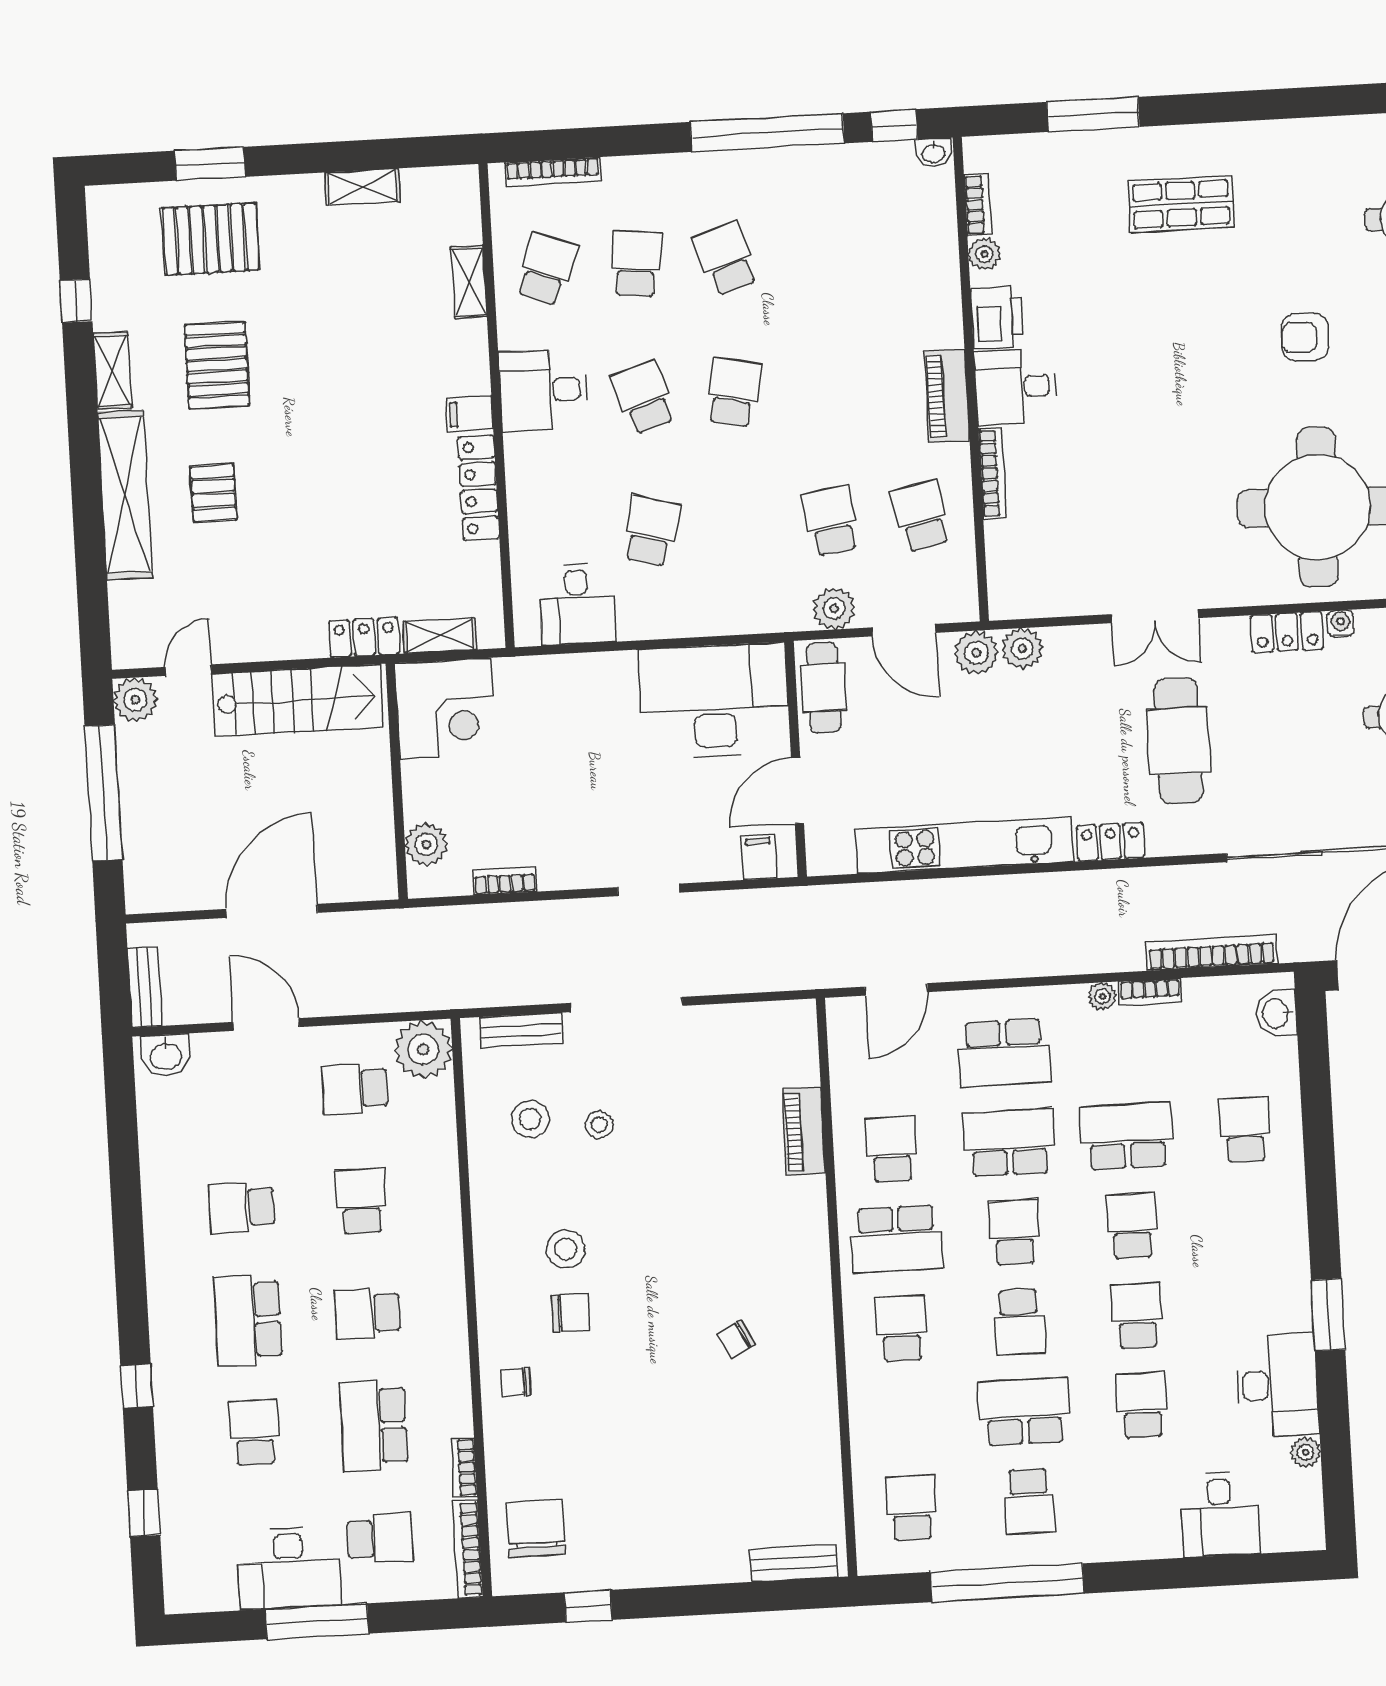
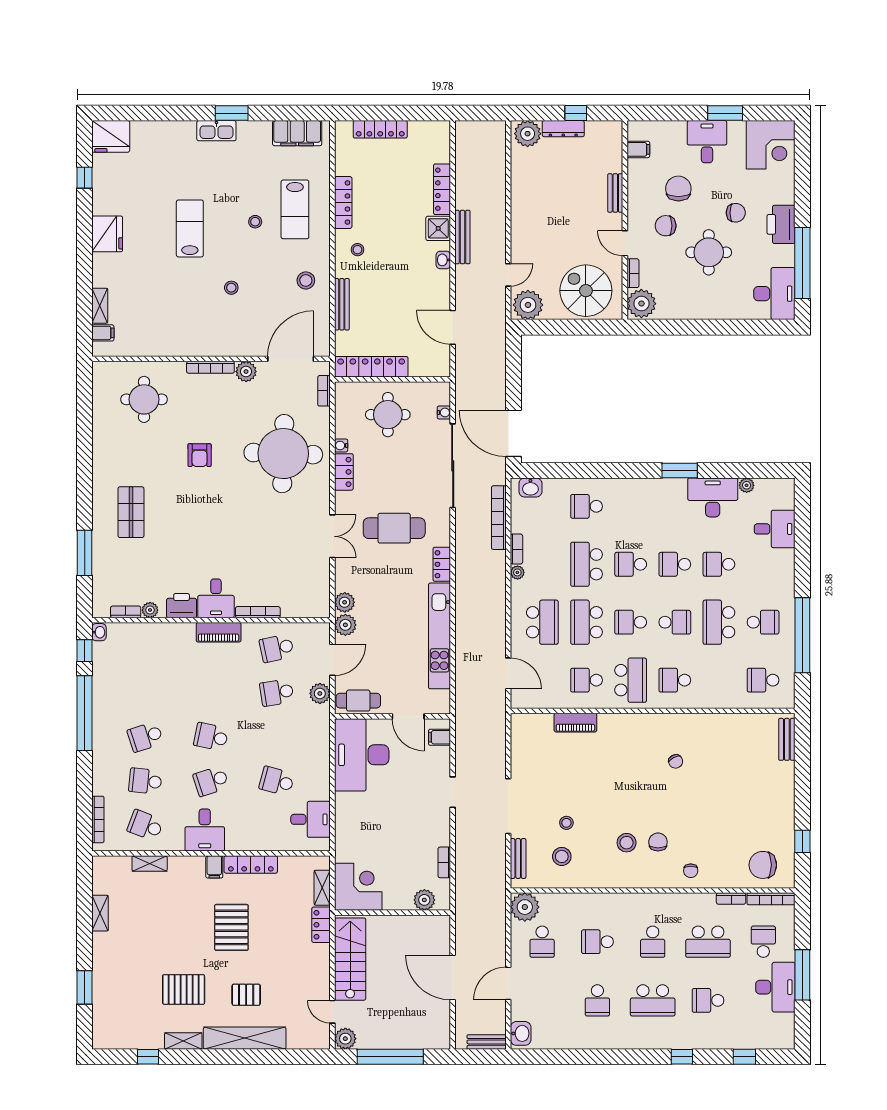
pallet: (211, 239) -> (231, 927), moved

